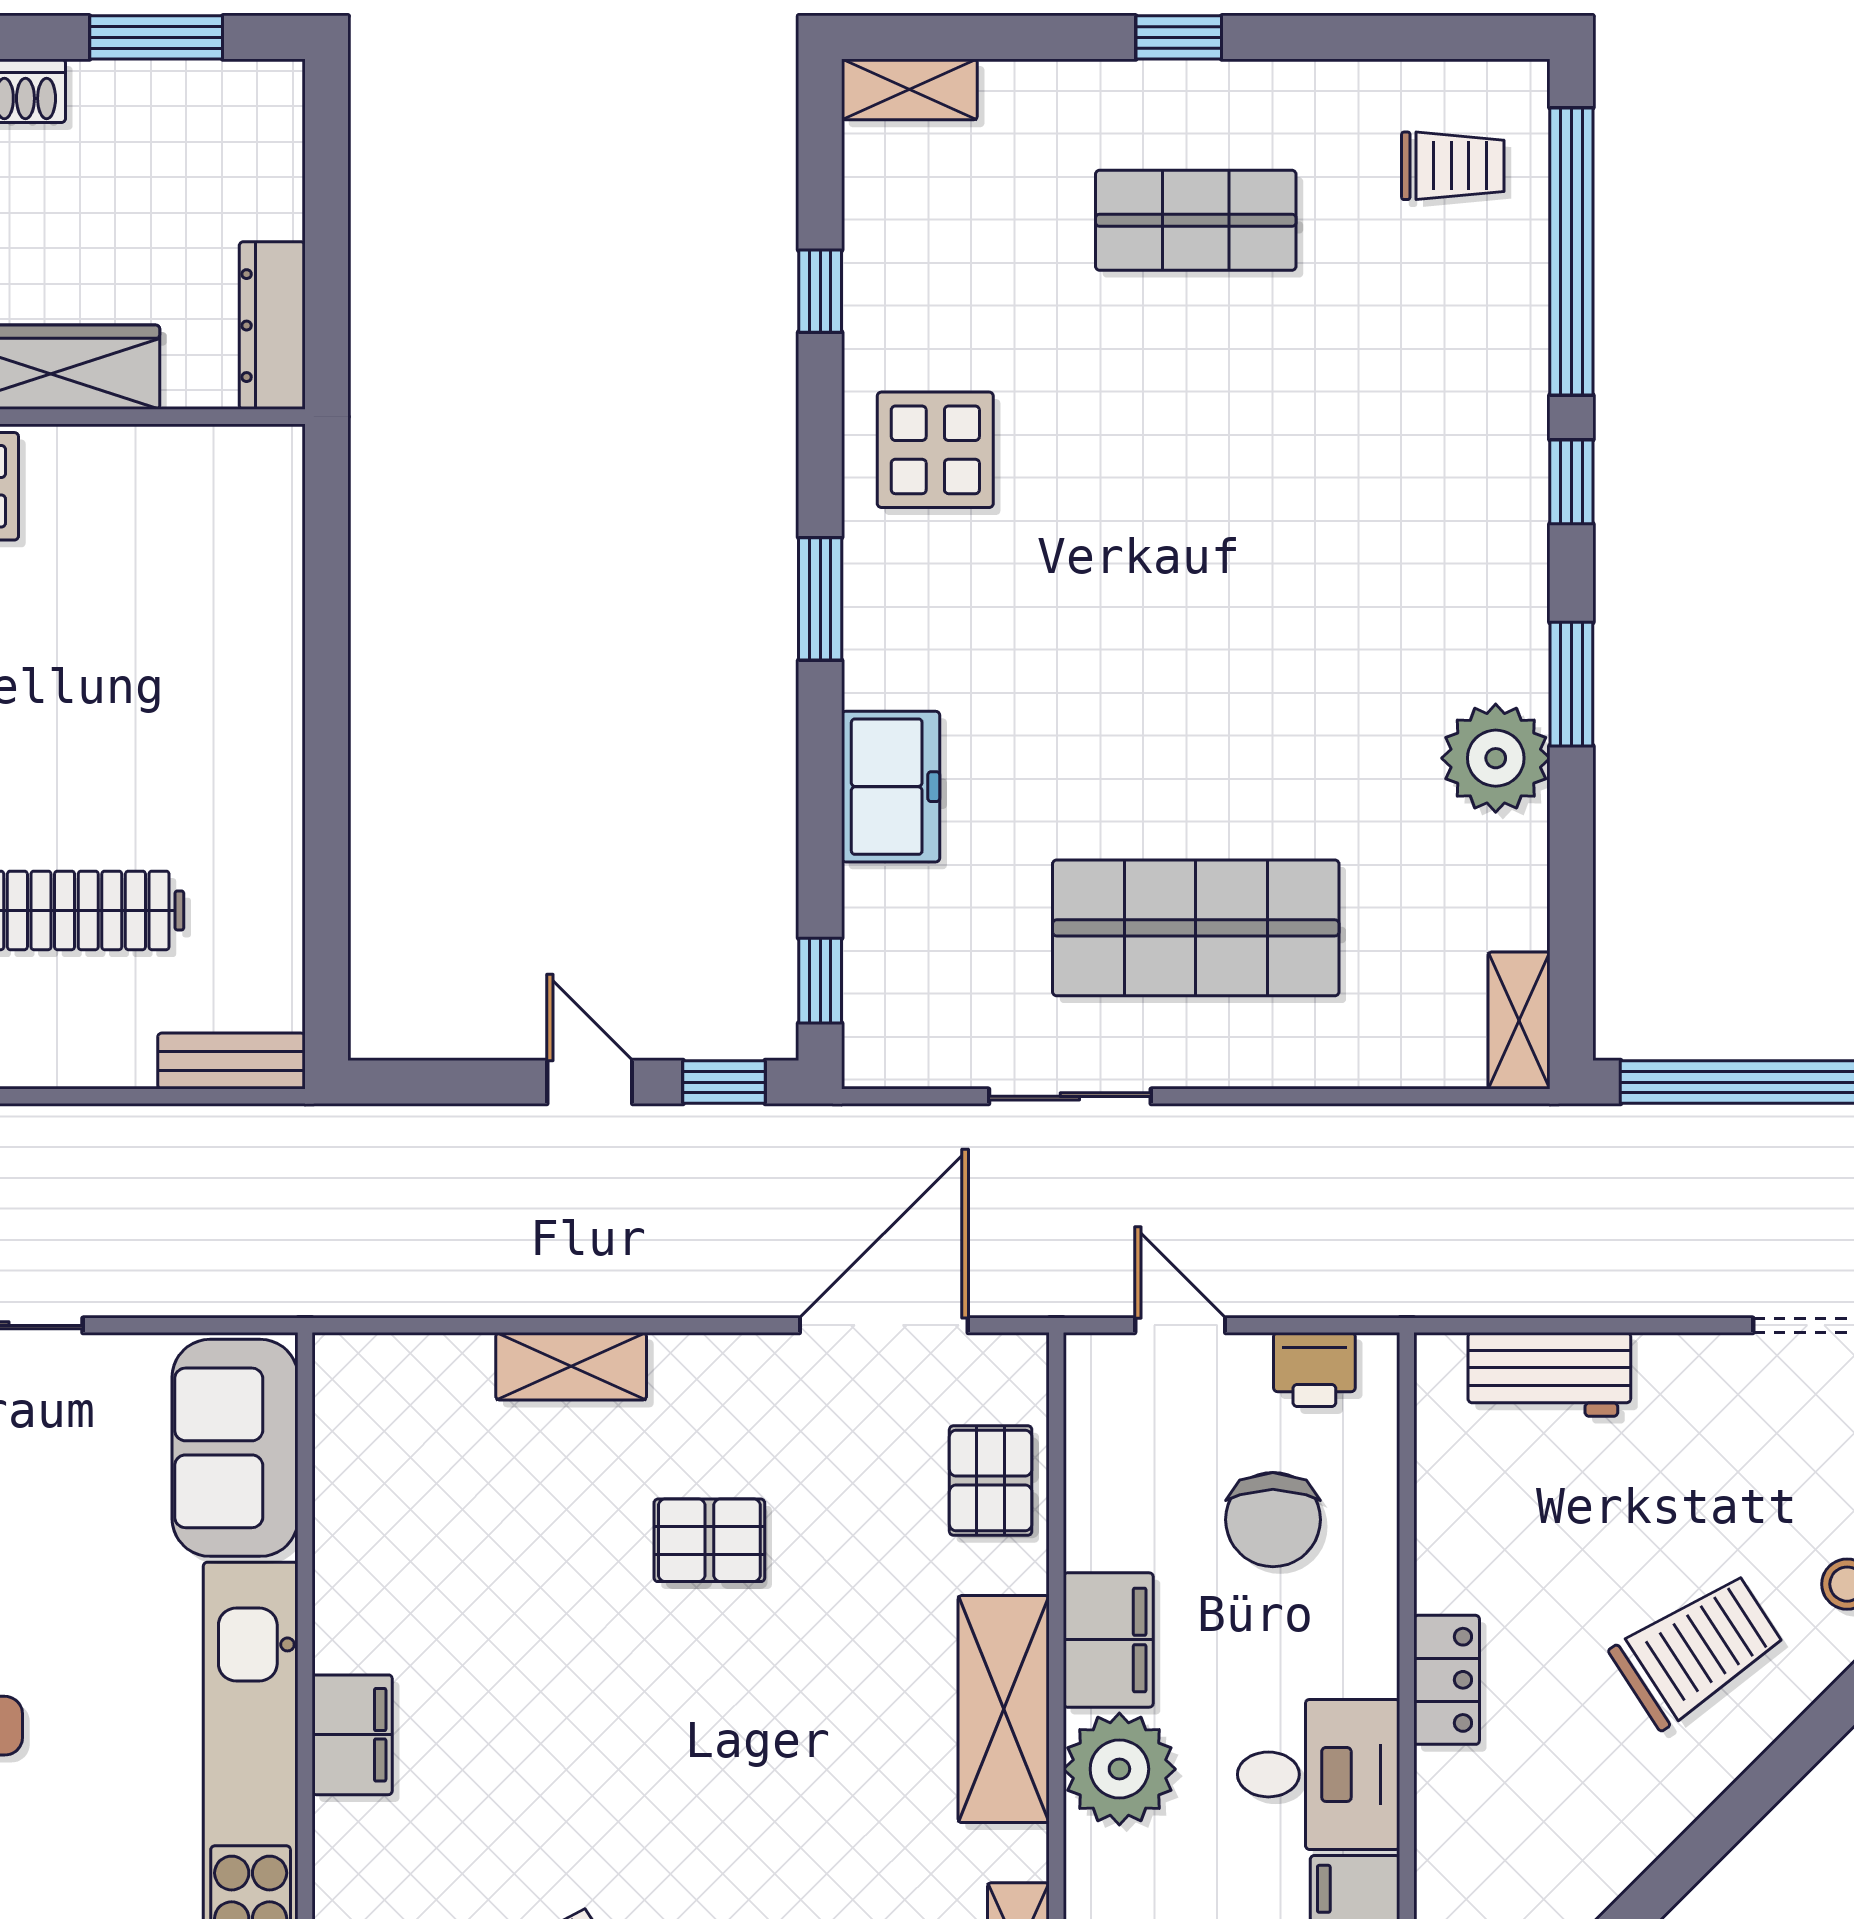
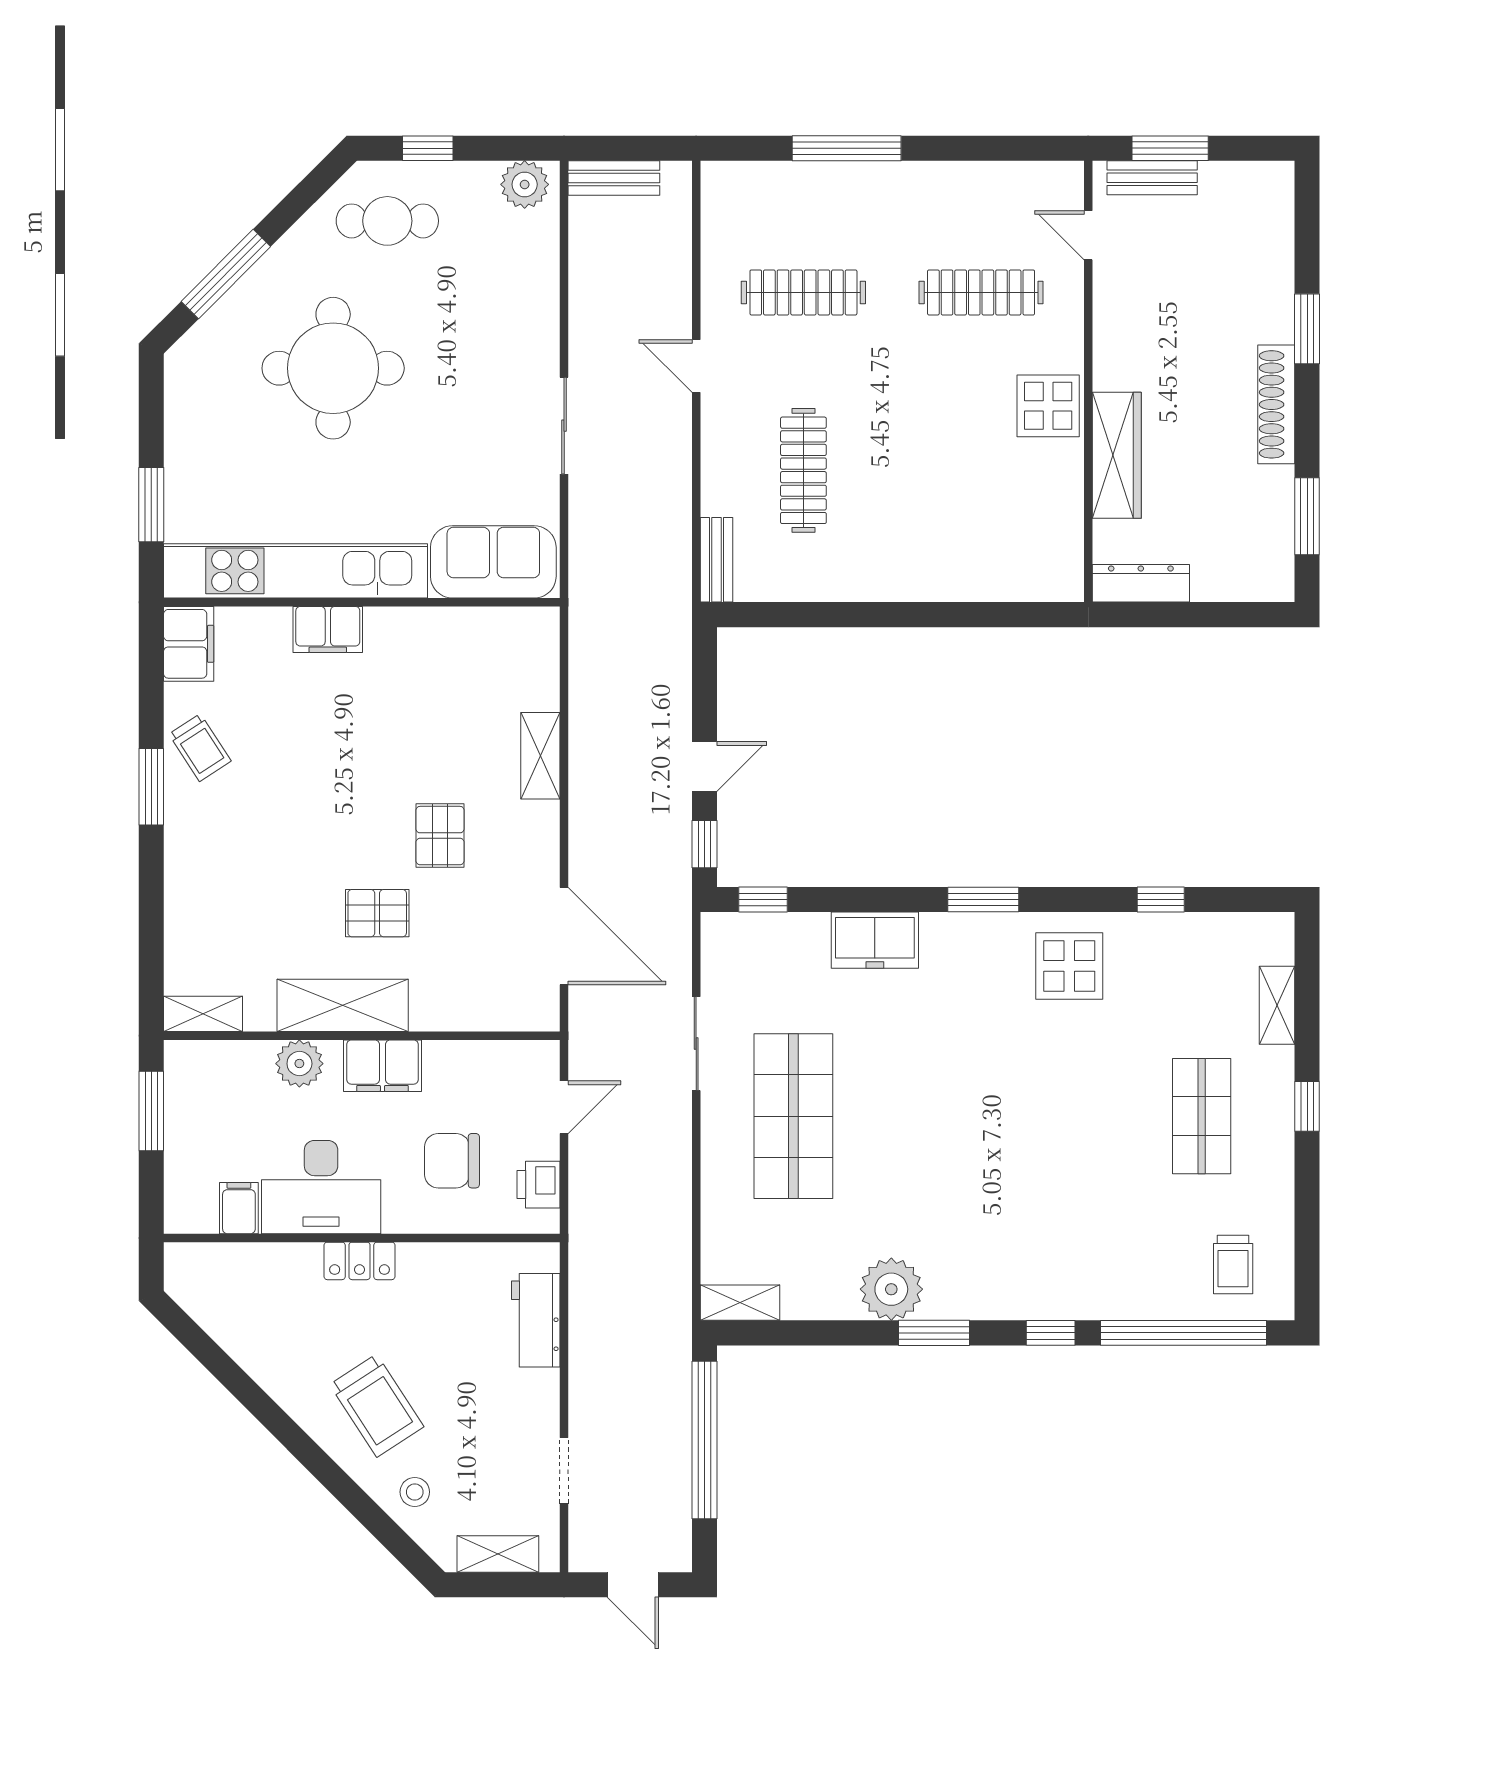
shelving: (909, 89) -> (1277, 1005), moved
pallet: (991, 1481) -> (377, 913), moved
plant: (1119, 1769) -> (299, 1064), width x0.73, depth x0.73
desk: (1319, 1774) -> (321, 1187), width x1.37

